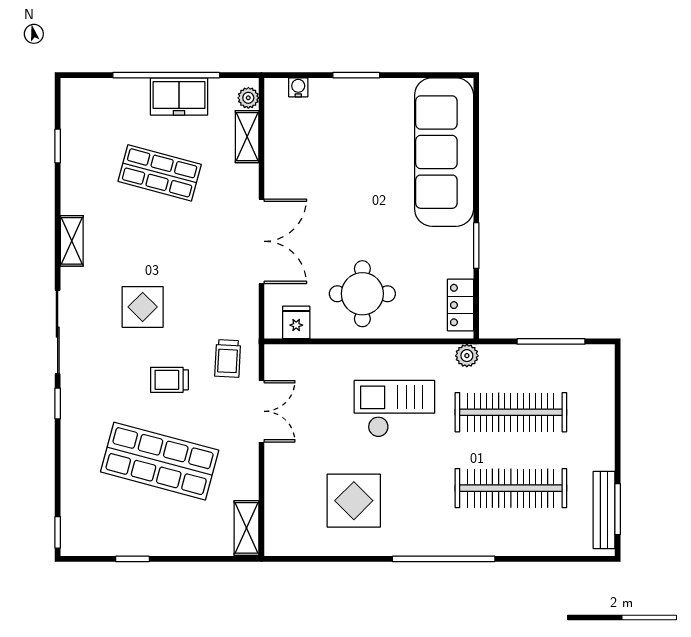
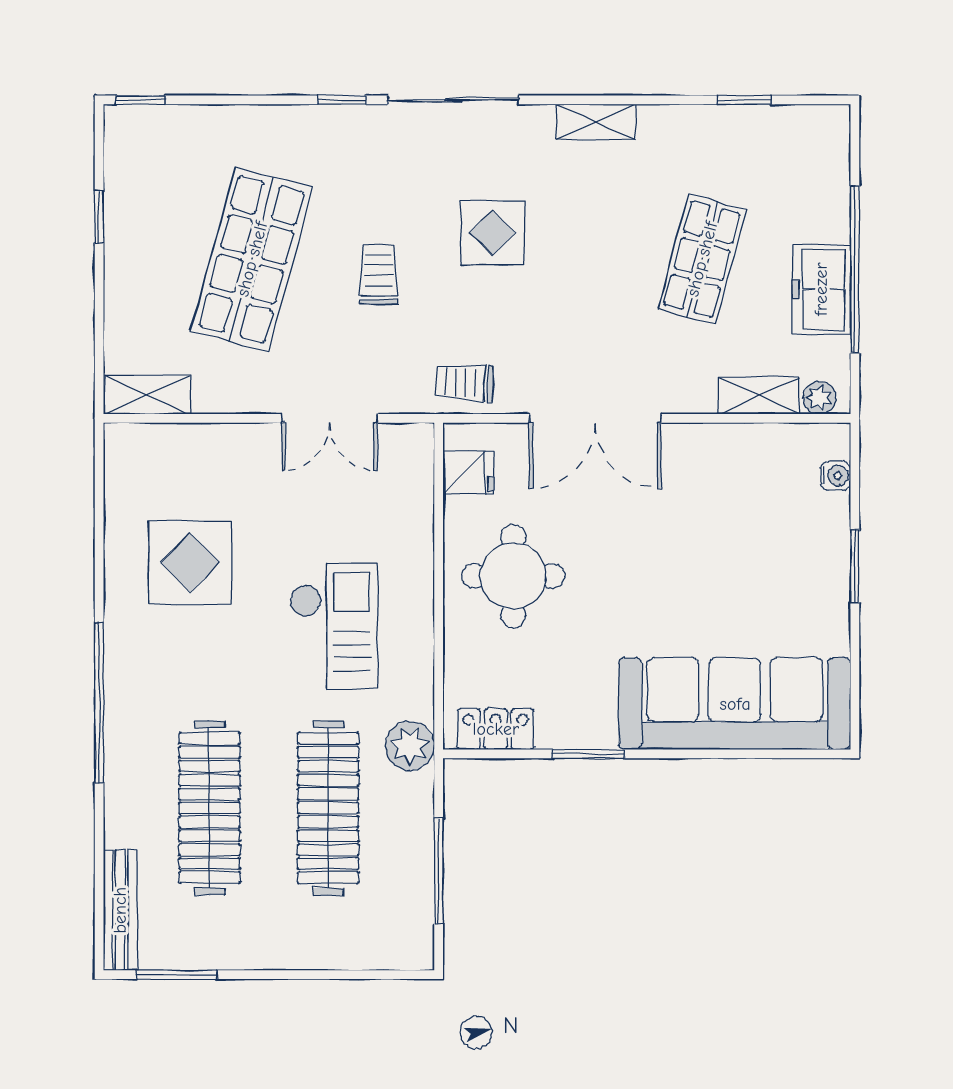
plant: (467, 356) -> (410, 746), width x1.38, depth x1.38
trolley: (228, 358) -> (464, 383), moved
bench: (604, 510) -> (120, 910), moved, turned 90

